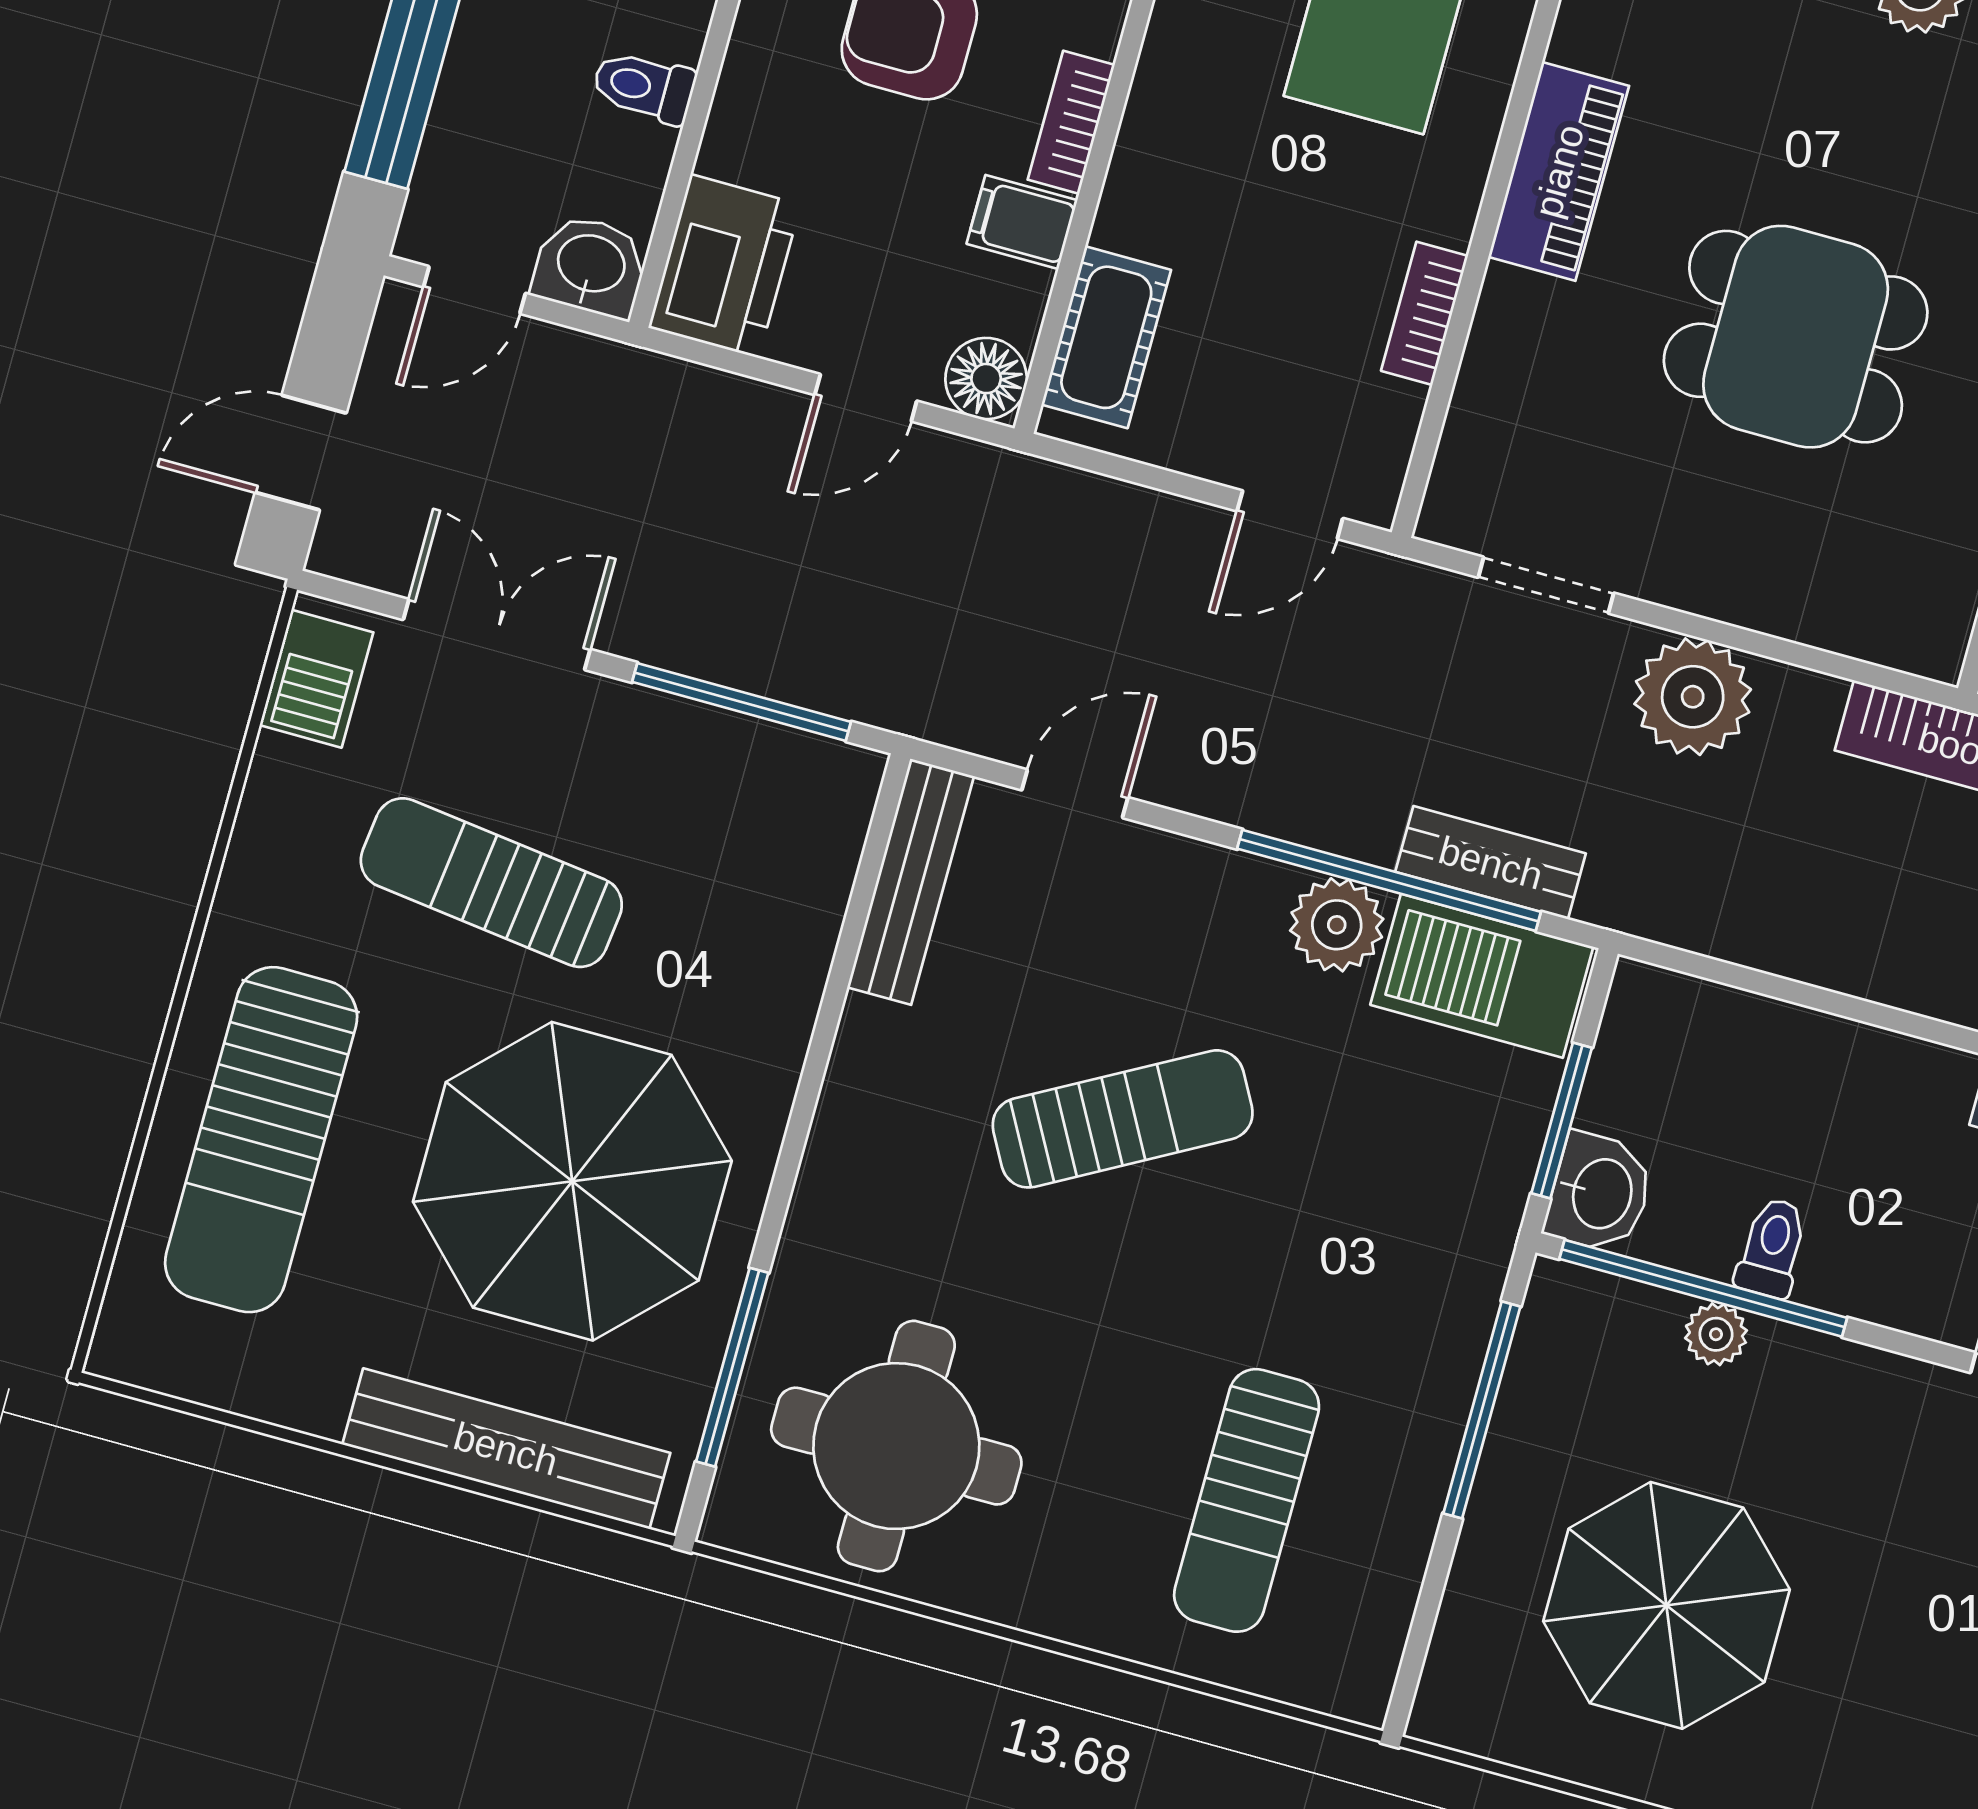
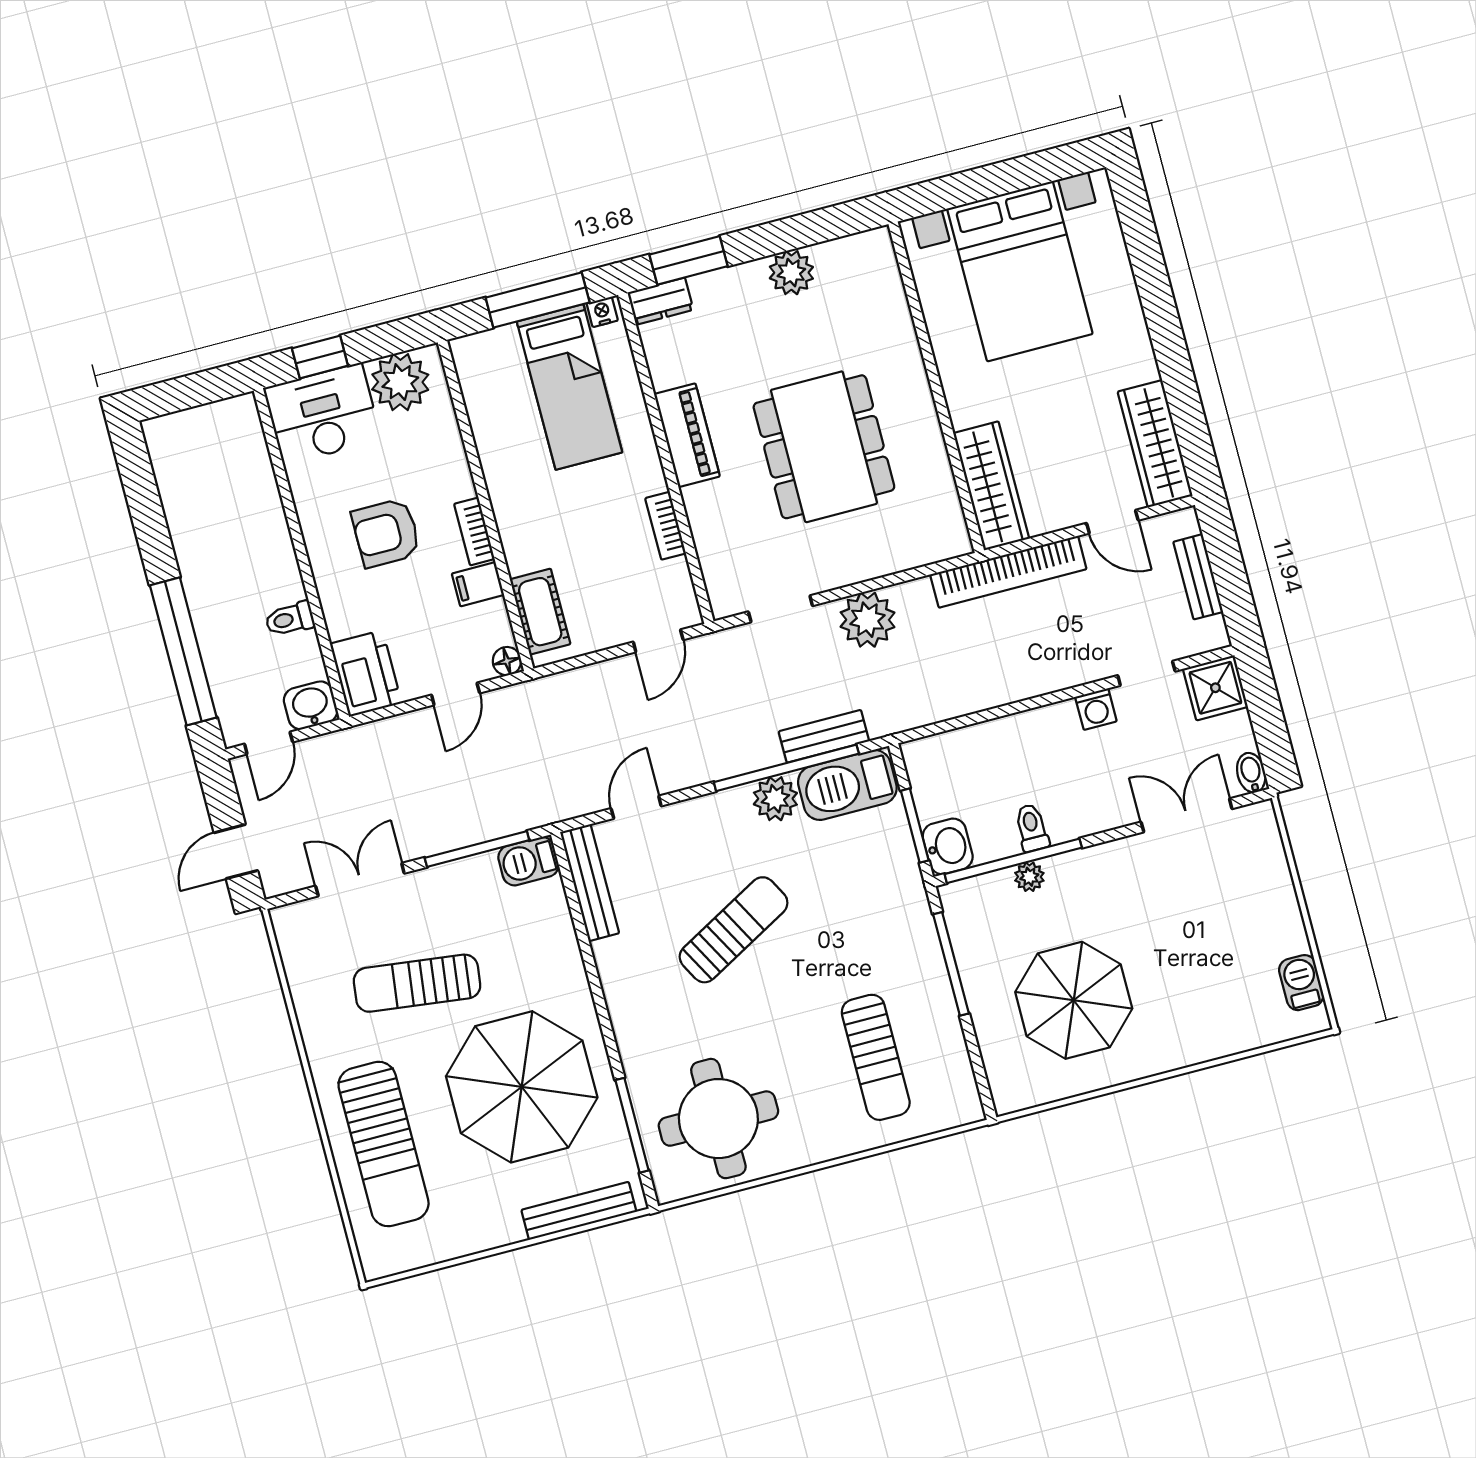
dining table: (1796, 337) -> (824, 447), width x1.38
floor lamp: (986, 379) -> (507, 661), width x0.73, depth x0.73
barbecue: (316, 679) -> (528, 861), moved, turned 90
bench: (506, 1449) -> (579, 1211), width x0.73, depth x0.82

